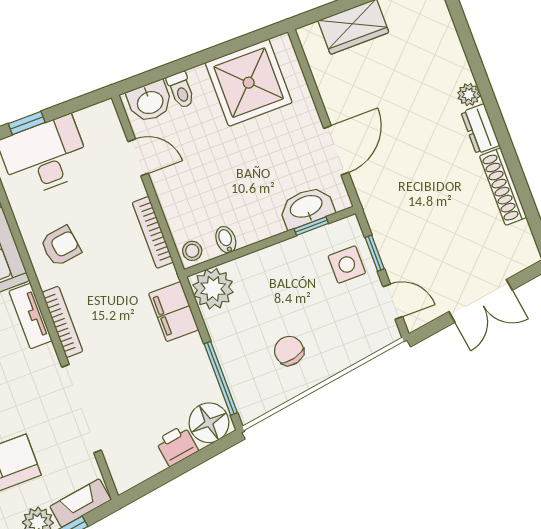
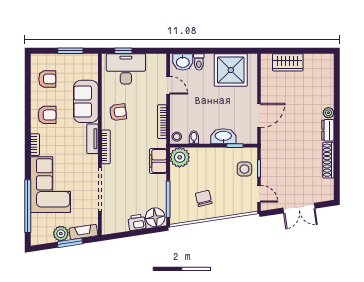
washbasin: (306, 207) -> (223, 136), moved

